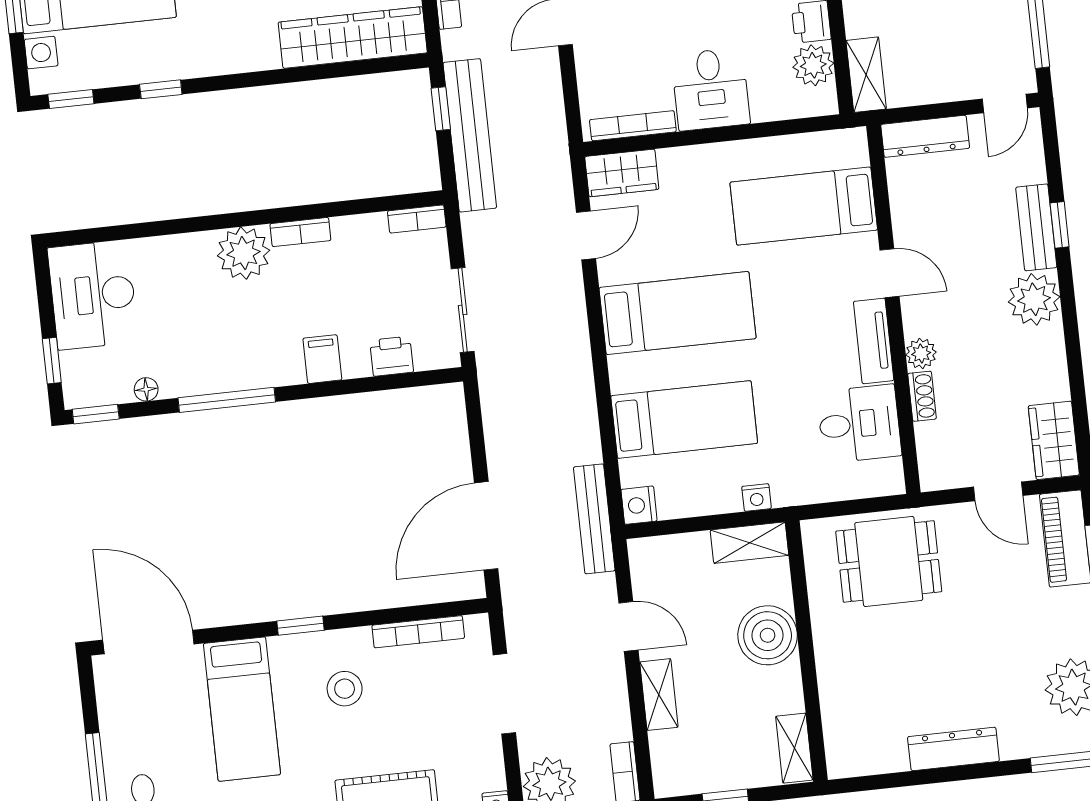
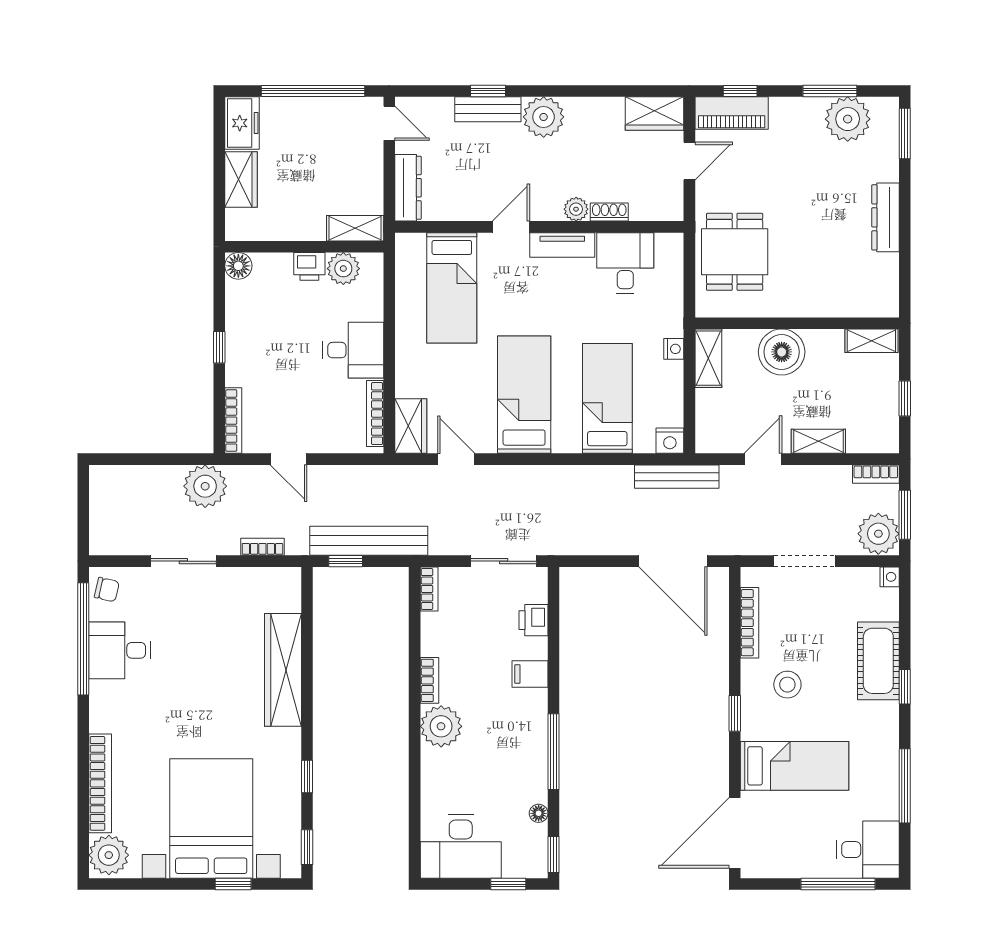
wardrobe: (353, 38) -> (283, 670), moved

